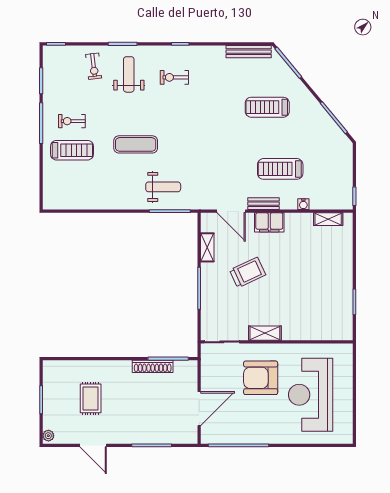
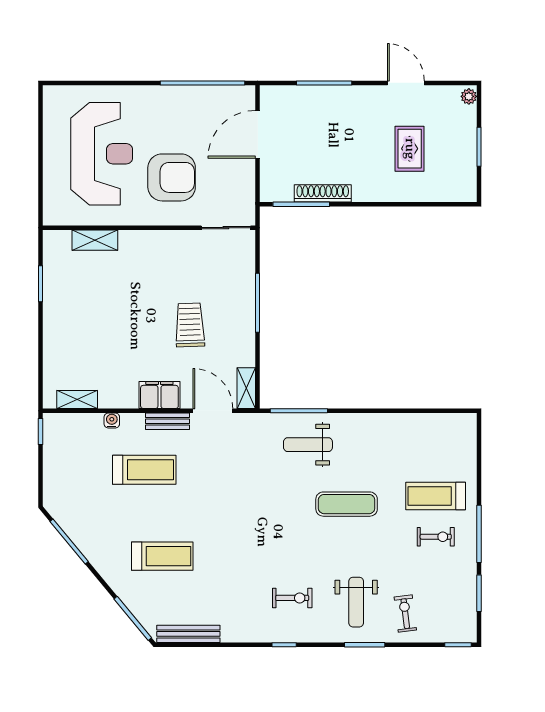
shelving: (207, 247) -> (246, 388), moved
trolley: (248, 272) -> (190, 325), turned 113
shelving: (265, 333) -> (95, 240), moved

